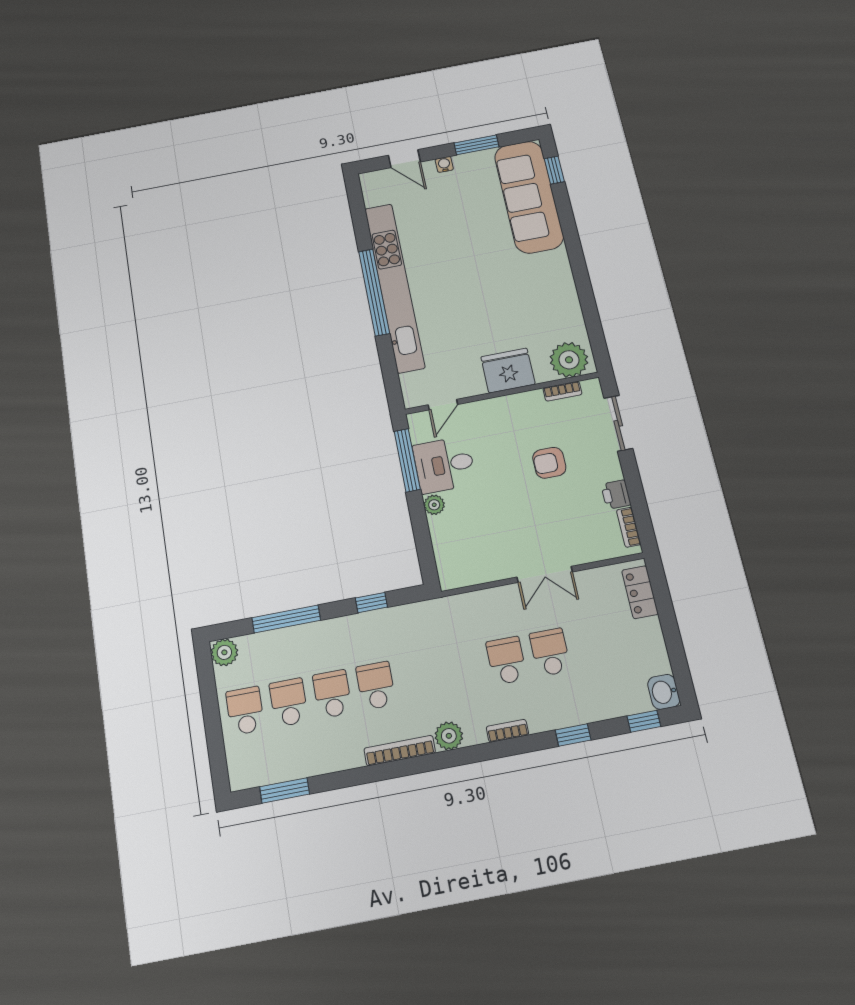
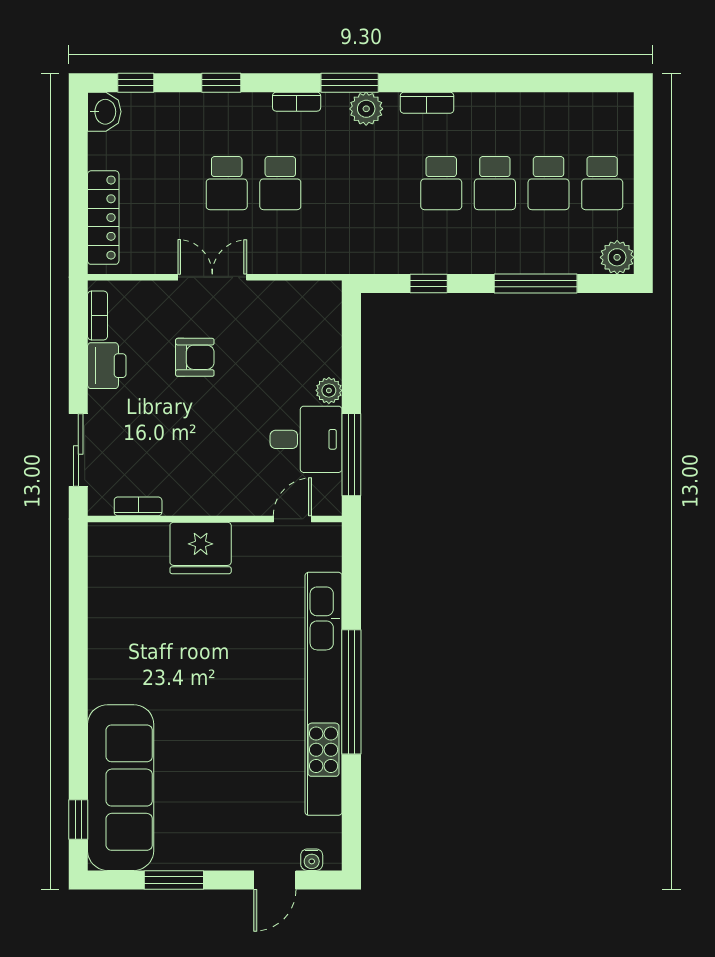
door: (404, 159) -> (275, 880), swing flipped
water cooler: (444, 164) -> (312, 860), moved
plant: (569, 360) -> (120, 547), removed
armchair: (549, 463) -> (195, 357), moved
printer: (616, 494) -> (107, 366), width x1.36, depth x1.24
locker: (640, 592) -> (103, 218), width x1.53
bookcase: (400, 751) -> (427, 103), width x0.64
window: (285, 790) -> (350, 83), moved

